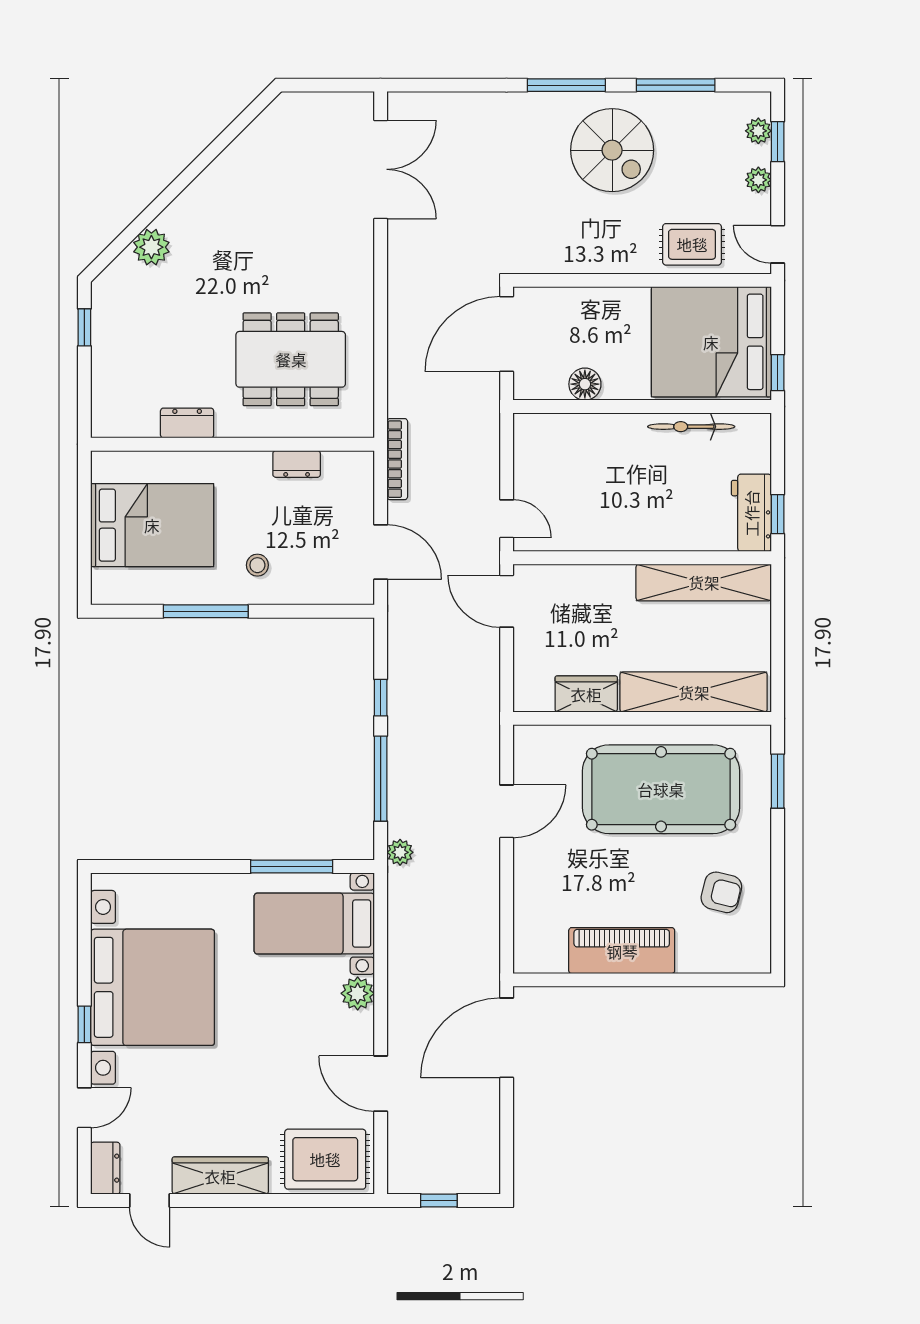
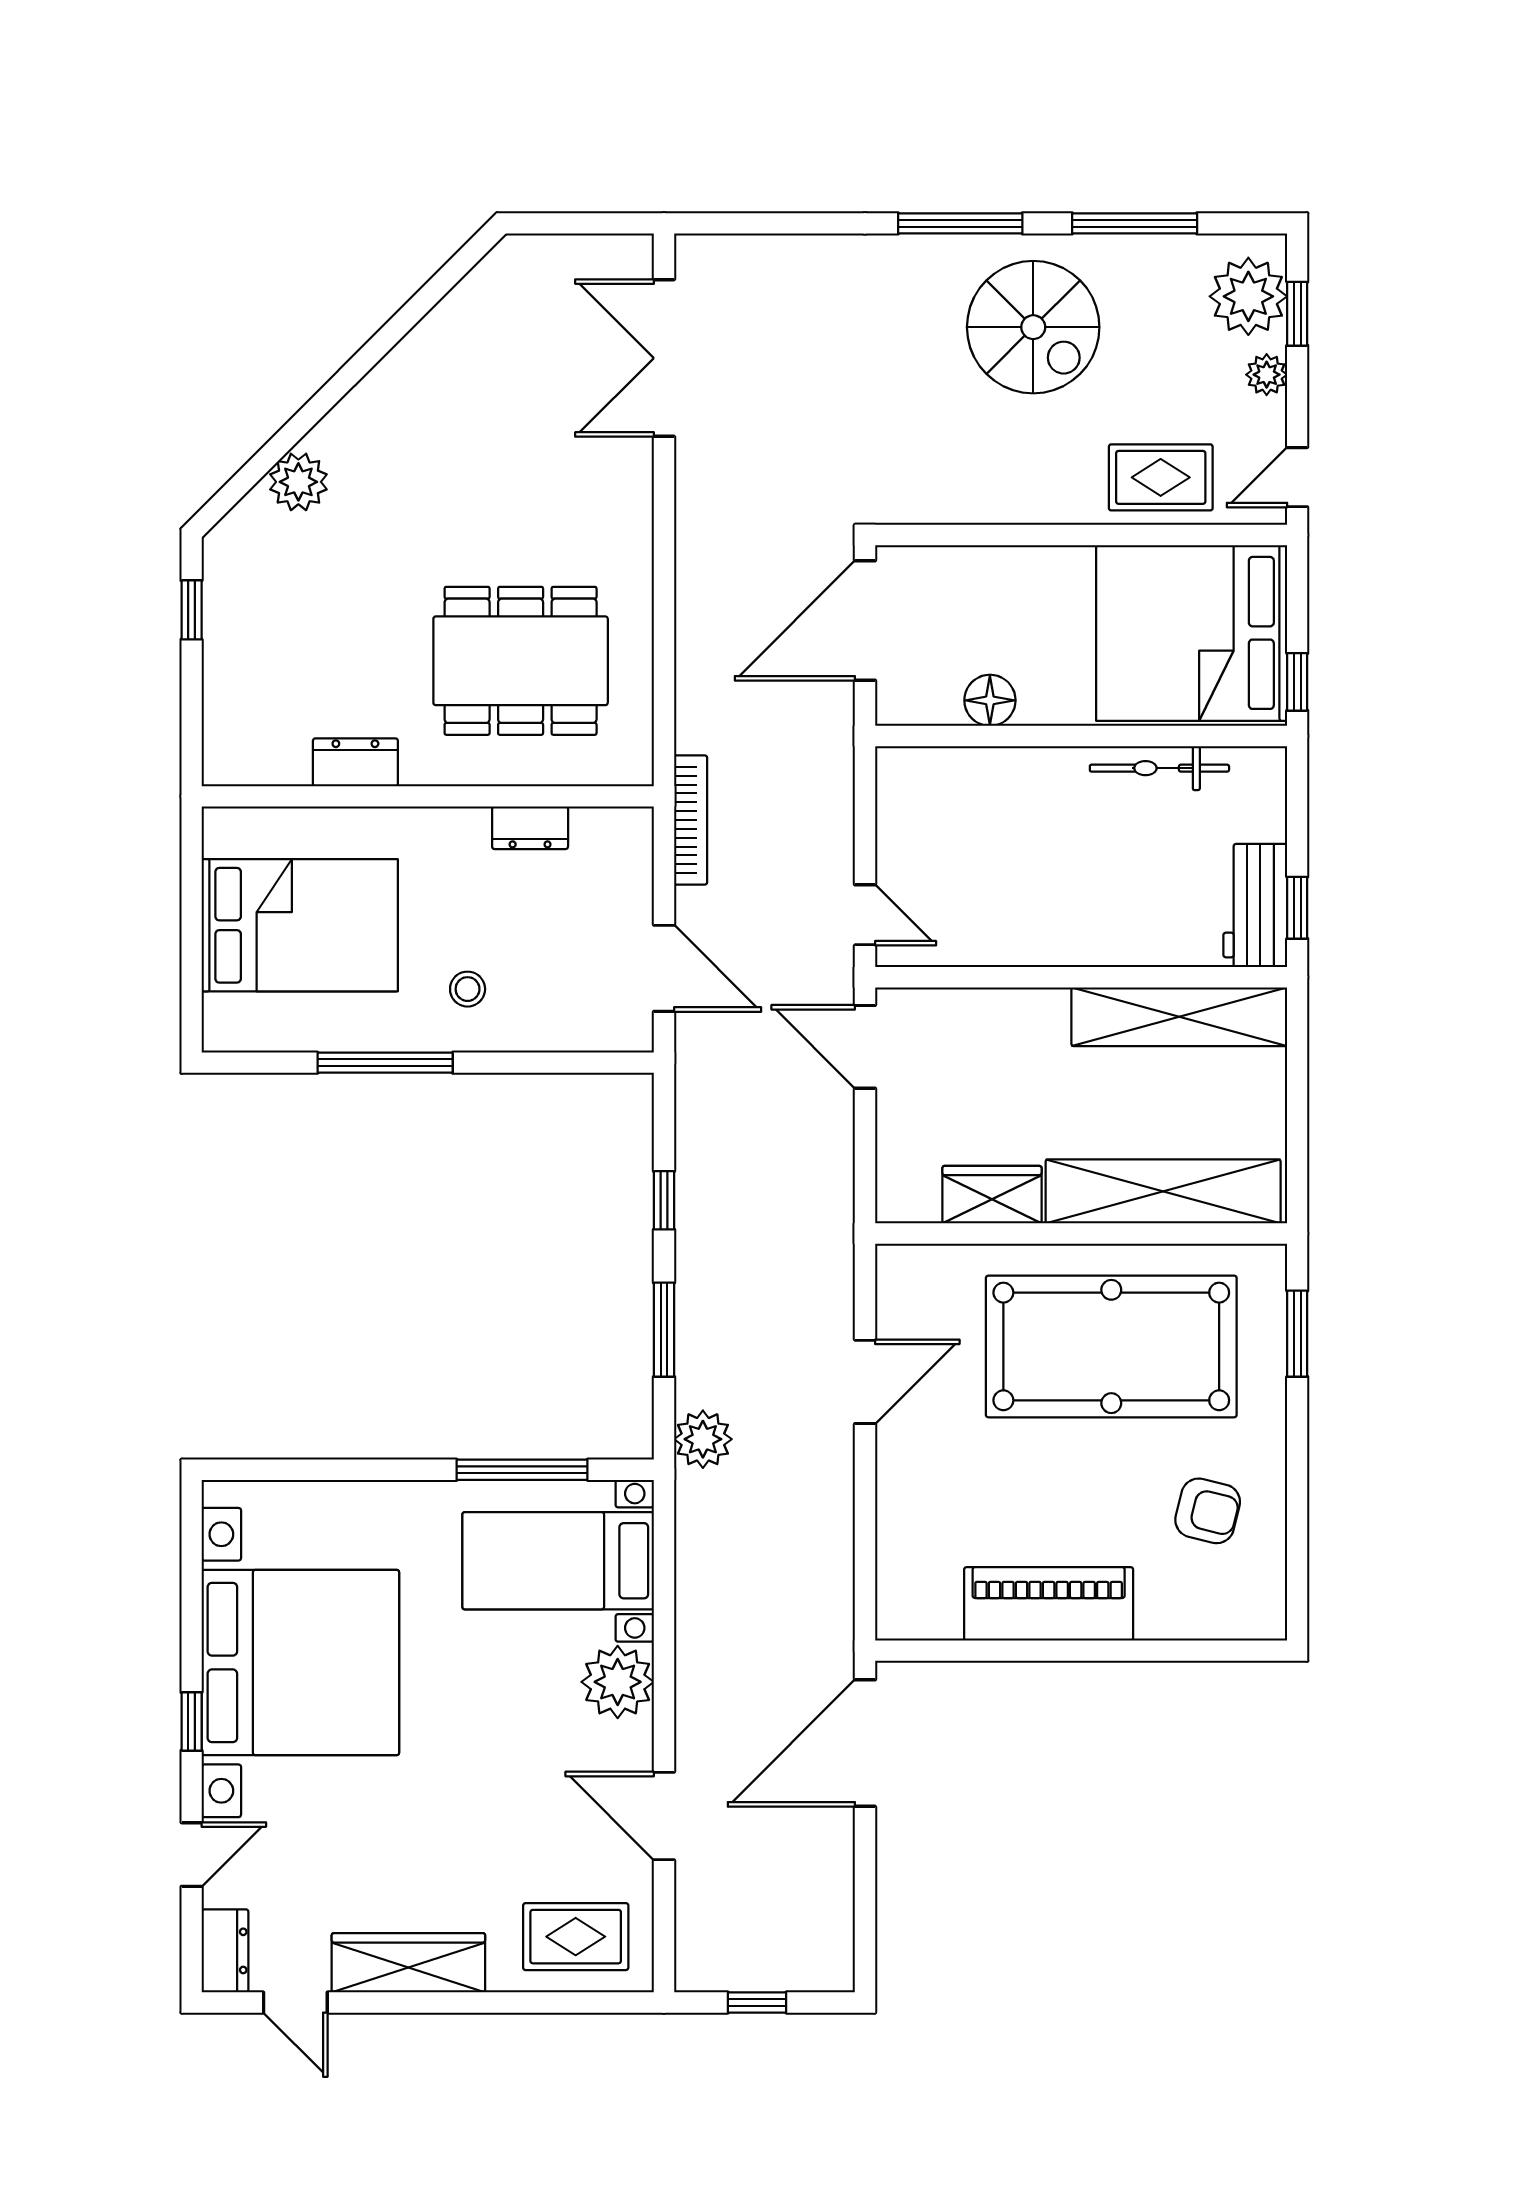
plant: (758, 131) -> (1248, 296), width x1.88, depth x1.88
double door: (381, 169) -> (664, 358), swing flipped
door: (778, 244) -> (1297, 477), hinge flipped
window: (381, 779) -> (664, 1330), width x0.69
plant: (400, 852) -> (703, 1439), width x1.38, depth x1.38
plant: (358, 993) -> (618, 1682), width x1.36, depth x1.36
rug: (325, 1159) -> (576, 1937), width x0.73, depth x0.70

